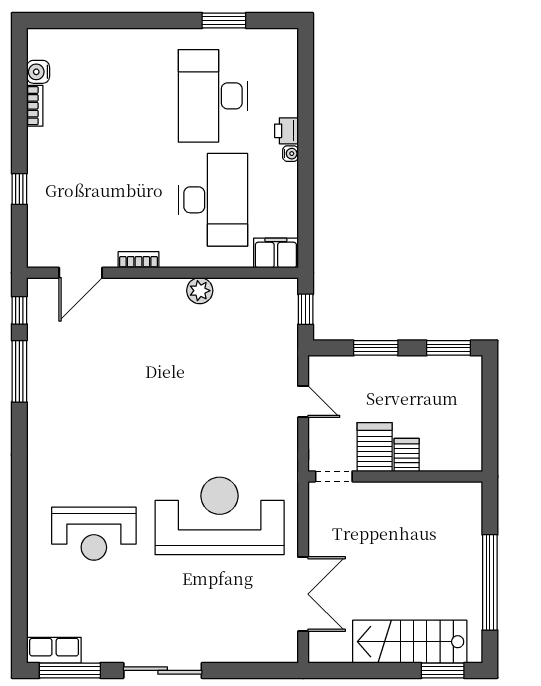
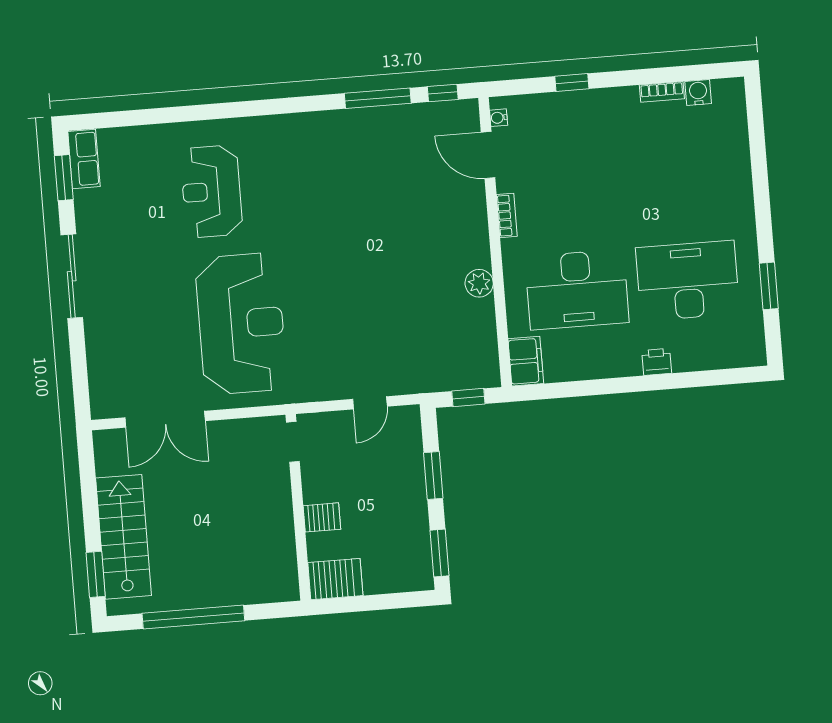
water cooler: (290, 154) -> (499, 118), moved, turned 90
server rack: (375, 447) -> (335, 579), moved
window: (70, 670) -> (64, 178), width x0.69

